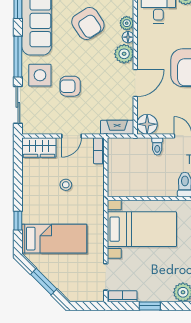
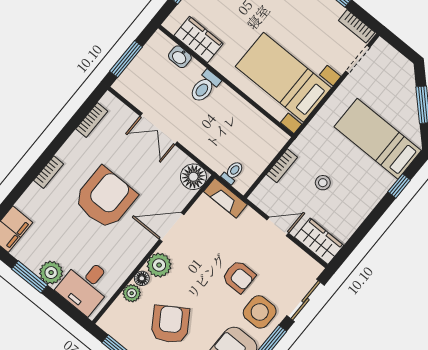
toilet: (157, 146) -> (233, 172), moved
bookcase: (99, 151) -> (282, 166), moved

